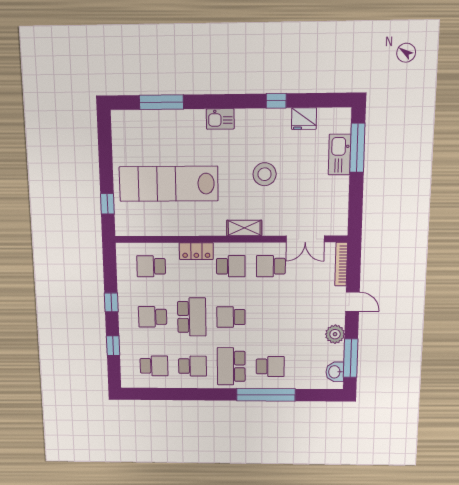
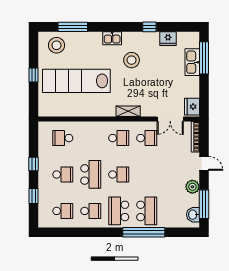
stool: (138, 131) -> (57, 45), added
stool: (265, 174) -> (132, 60), moved
window: (107, 204) -> (34, 75), moved
fridge: (337, 221) -> (192, 107), added
locker: (196, 251) -> (95, 127), removed
school desk: (271, 266) -> (147, 138), turned 180
school desk: (153, 317) -> (63, 174), turned 180
school desk: (231, 317) -> (119, 174), turned 180
school desk: (270, 367) -> (147, 211), width x1.85

